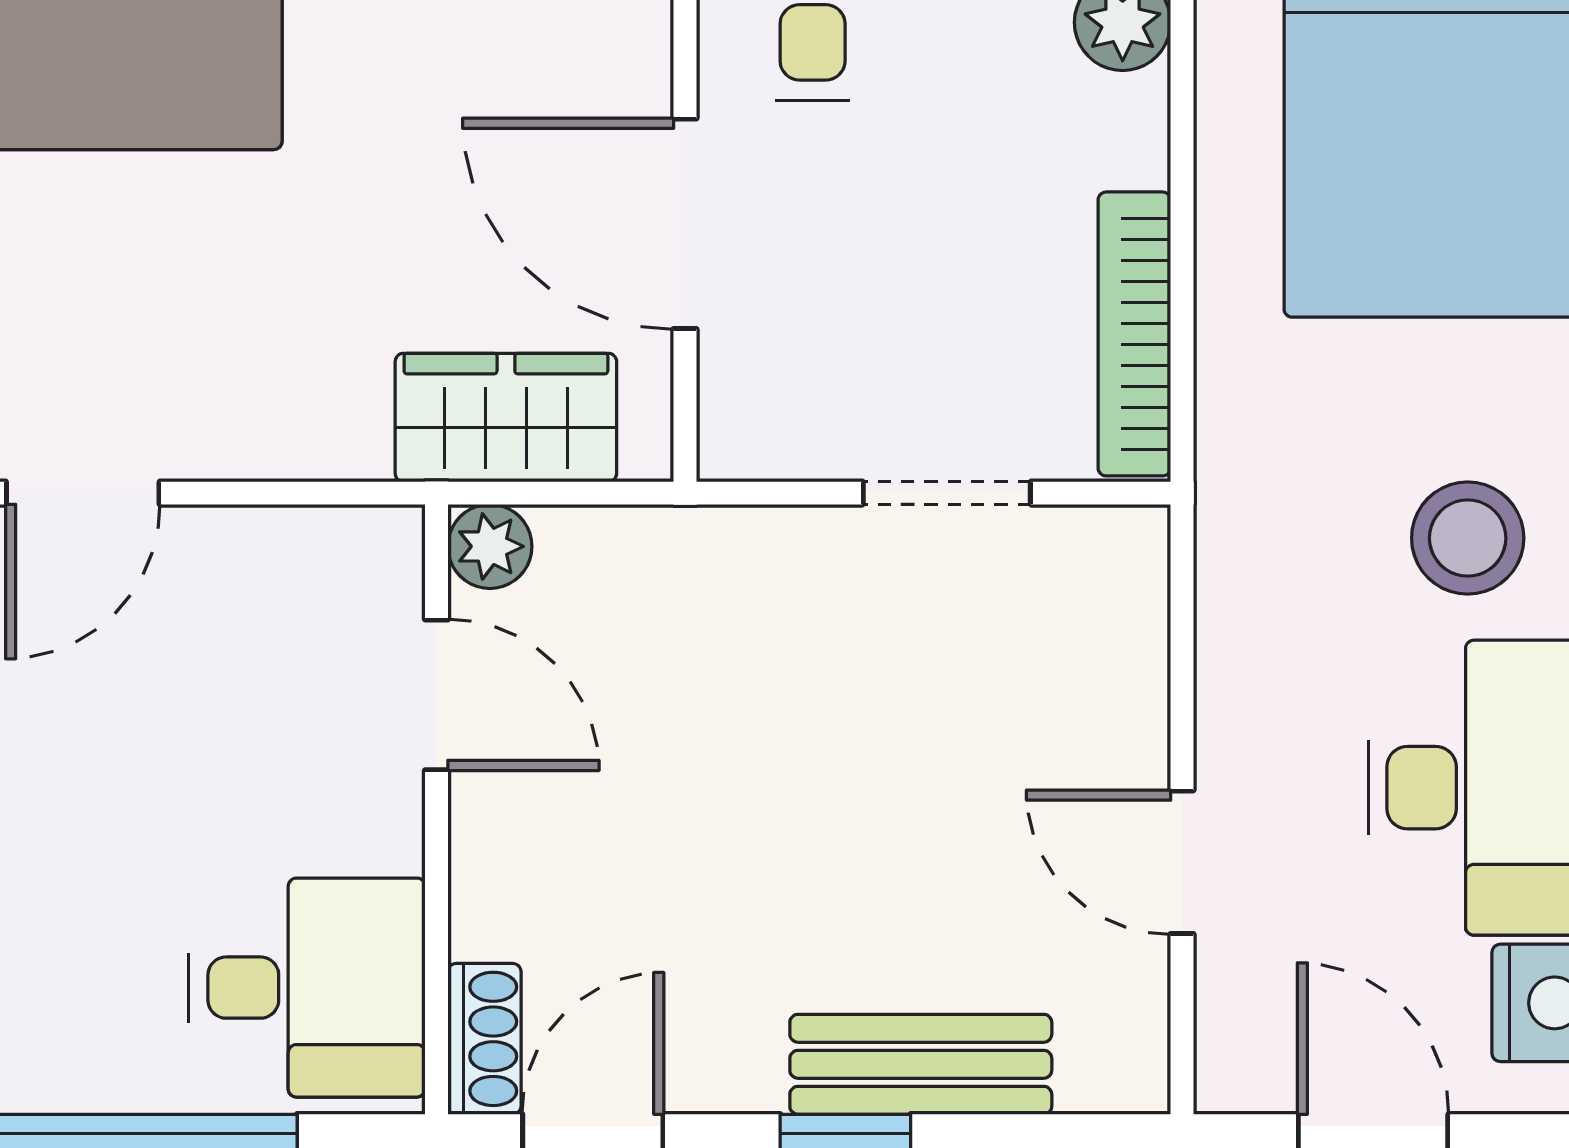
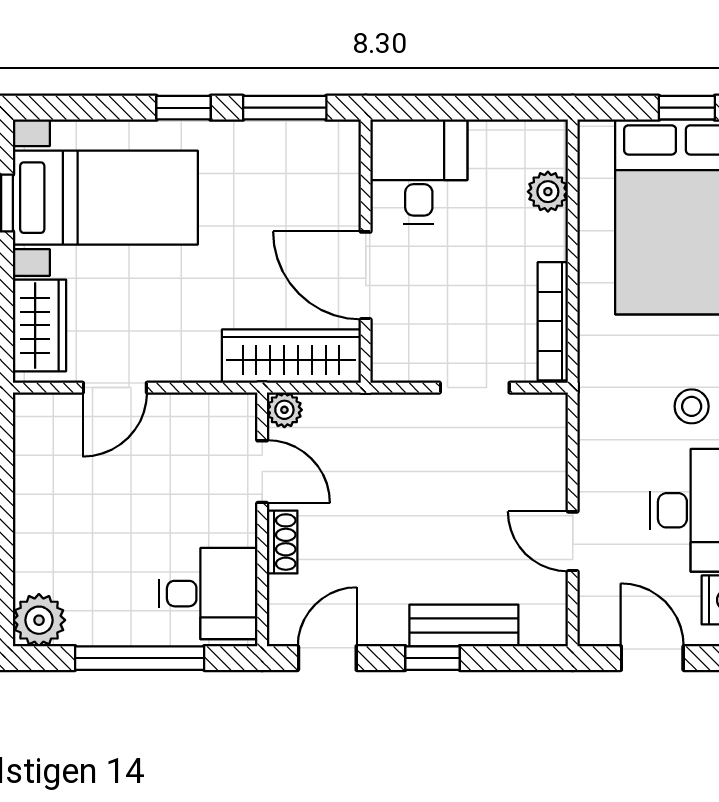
wardrobe: (506, 418) -> (291, 356), width x1.50
stool: (1468, 538) -> (692, 406), width x0.73, depth x0.73
shoe rack: (484, 1039) -> (282, 542), moved

